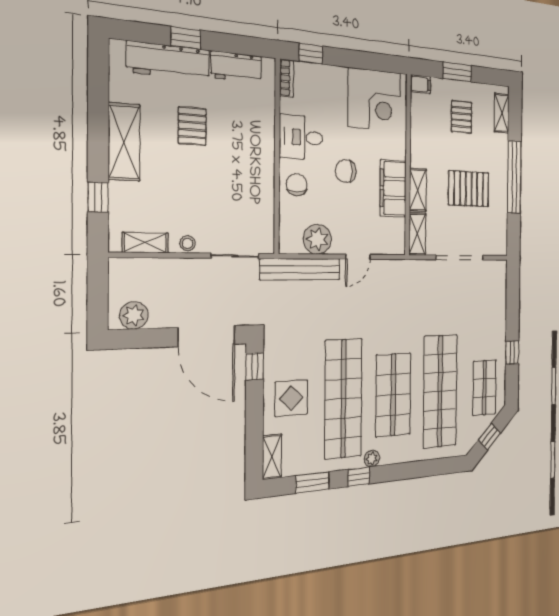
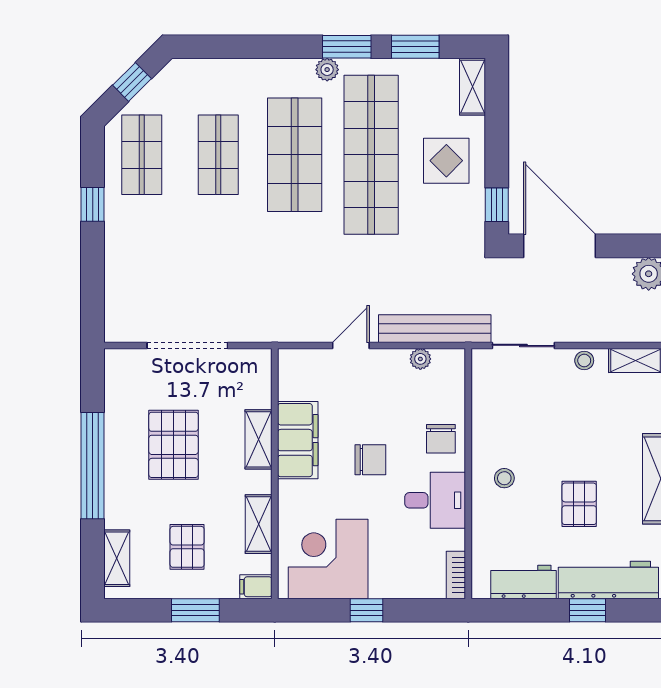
window: (311, 54) -> (366, 610), moved
stool: (250, 151) -> (504, 478), added
pallet: (469, 189) -> (174, 445), turned 90
shelving: (417, 234) -> (259, 524), moved
plant: (317, 239) -> (420, 359), width x0.53, depth x0.53
shop shelf: (440, 391) -> (218, 155), width x0.50, depth x0.74
window: (359, 477) -> (347, 47), width x1.50

